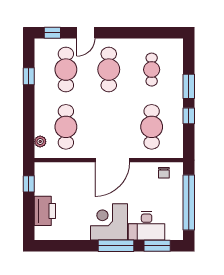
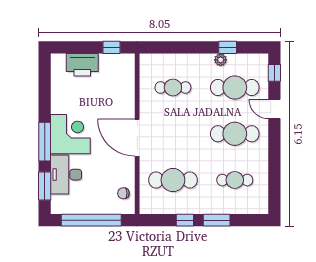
cafe table: (66, 127) -> (173, 87), width x0.73, depth x0.74
plant: (40, 142) -> (221, 60), moved

